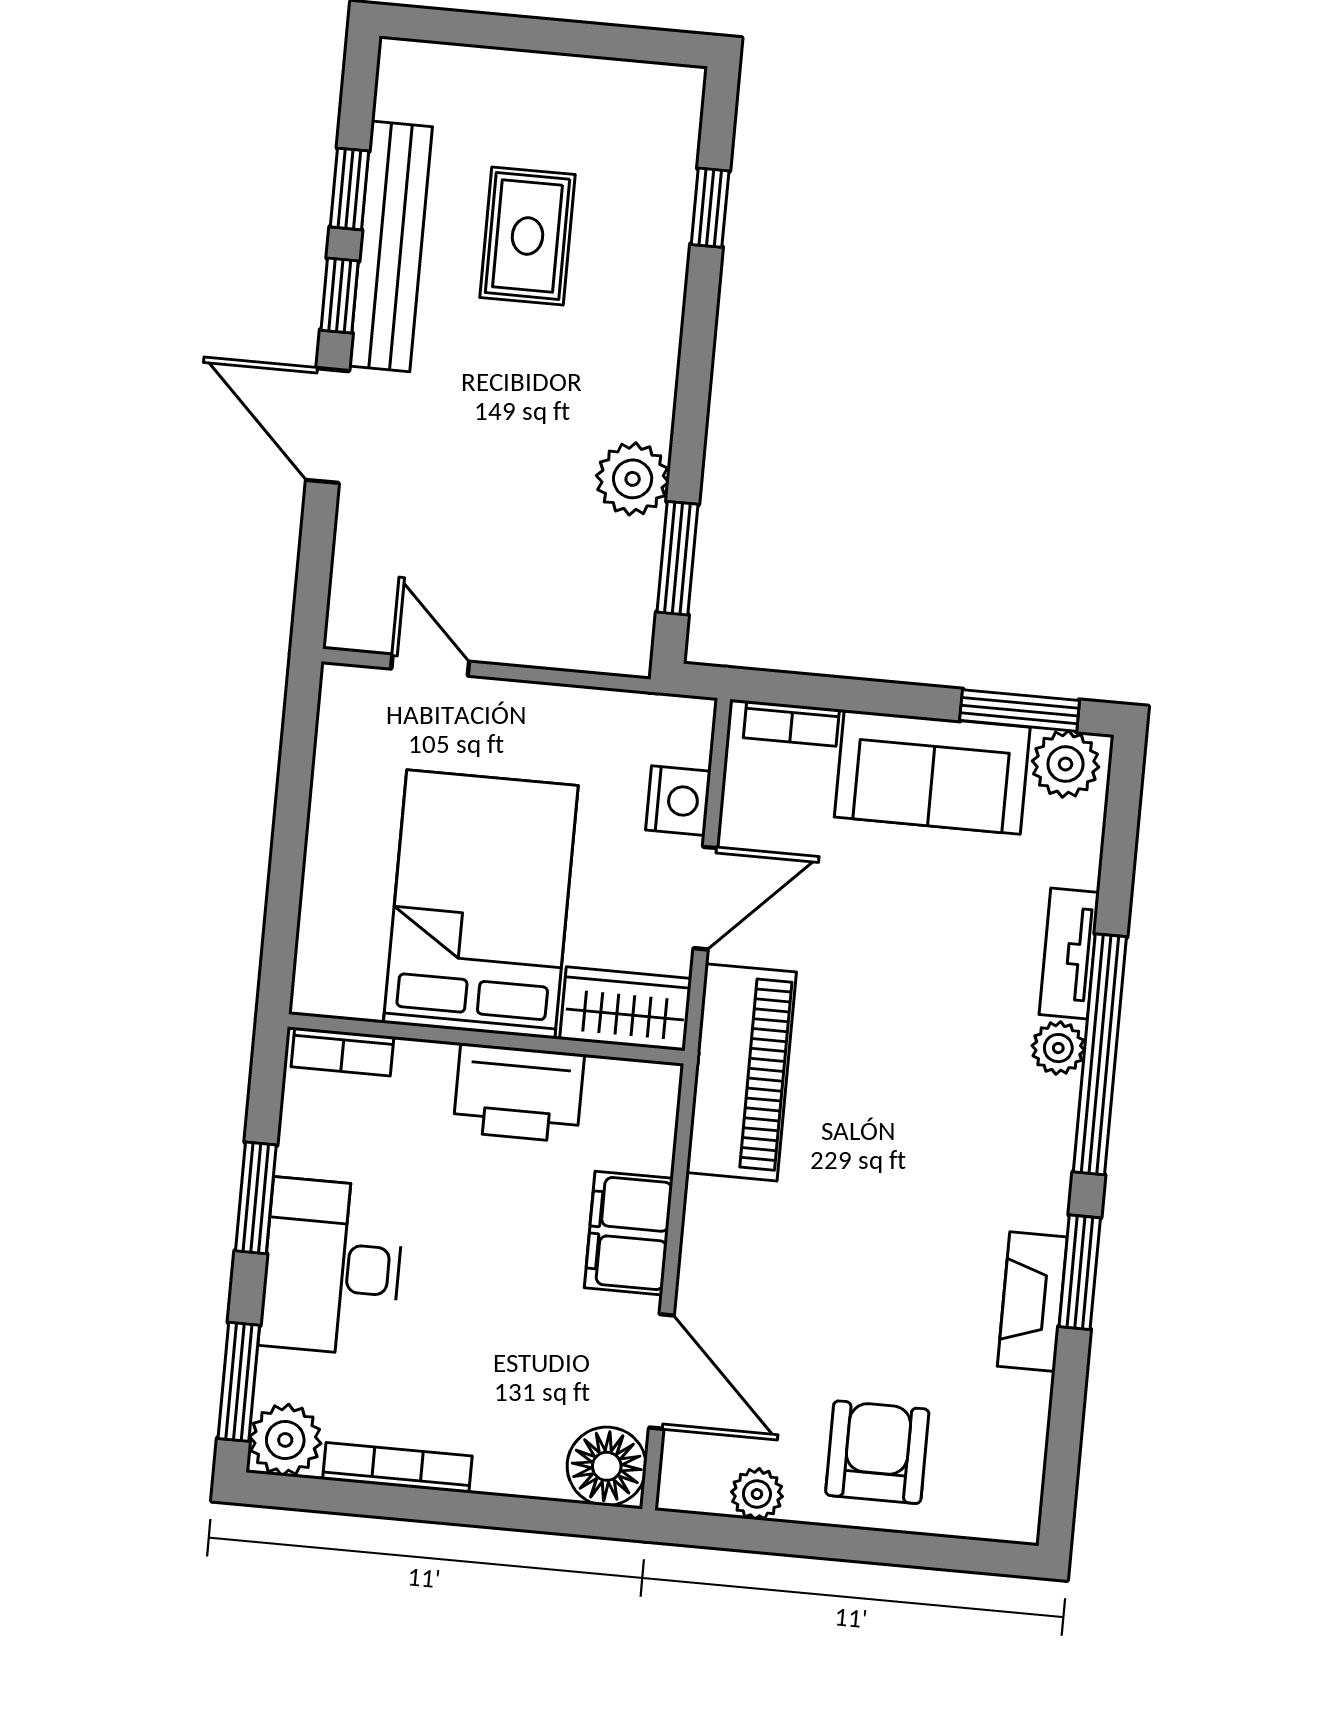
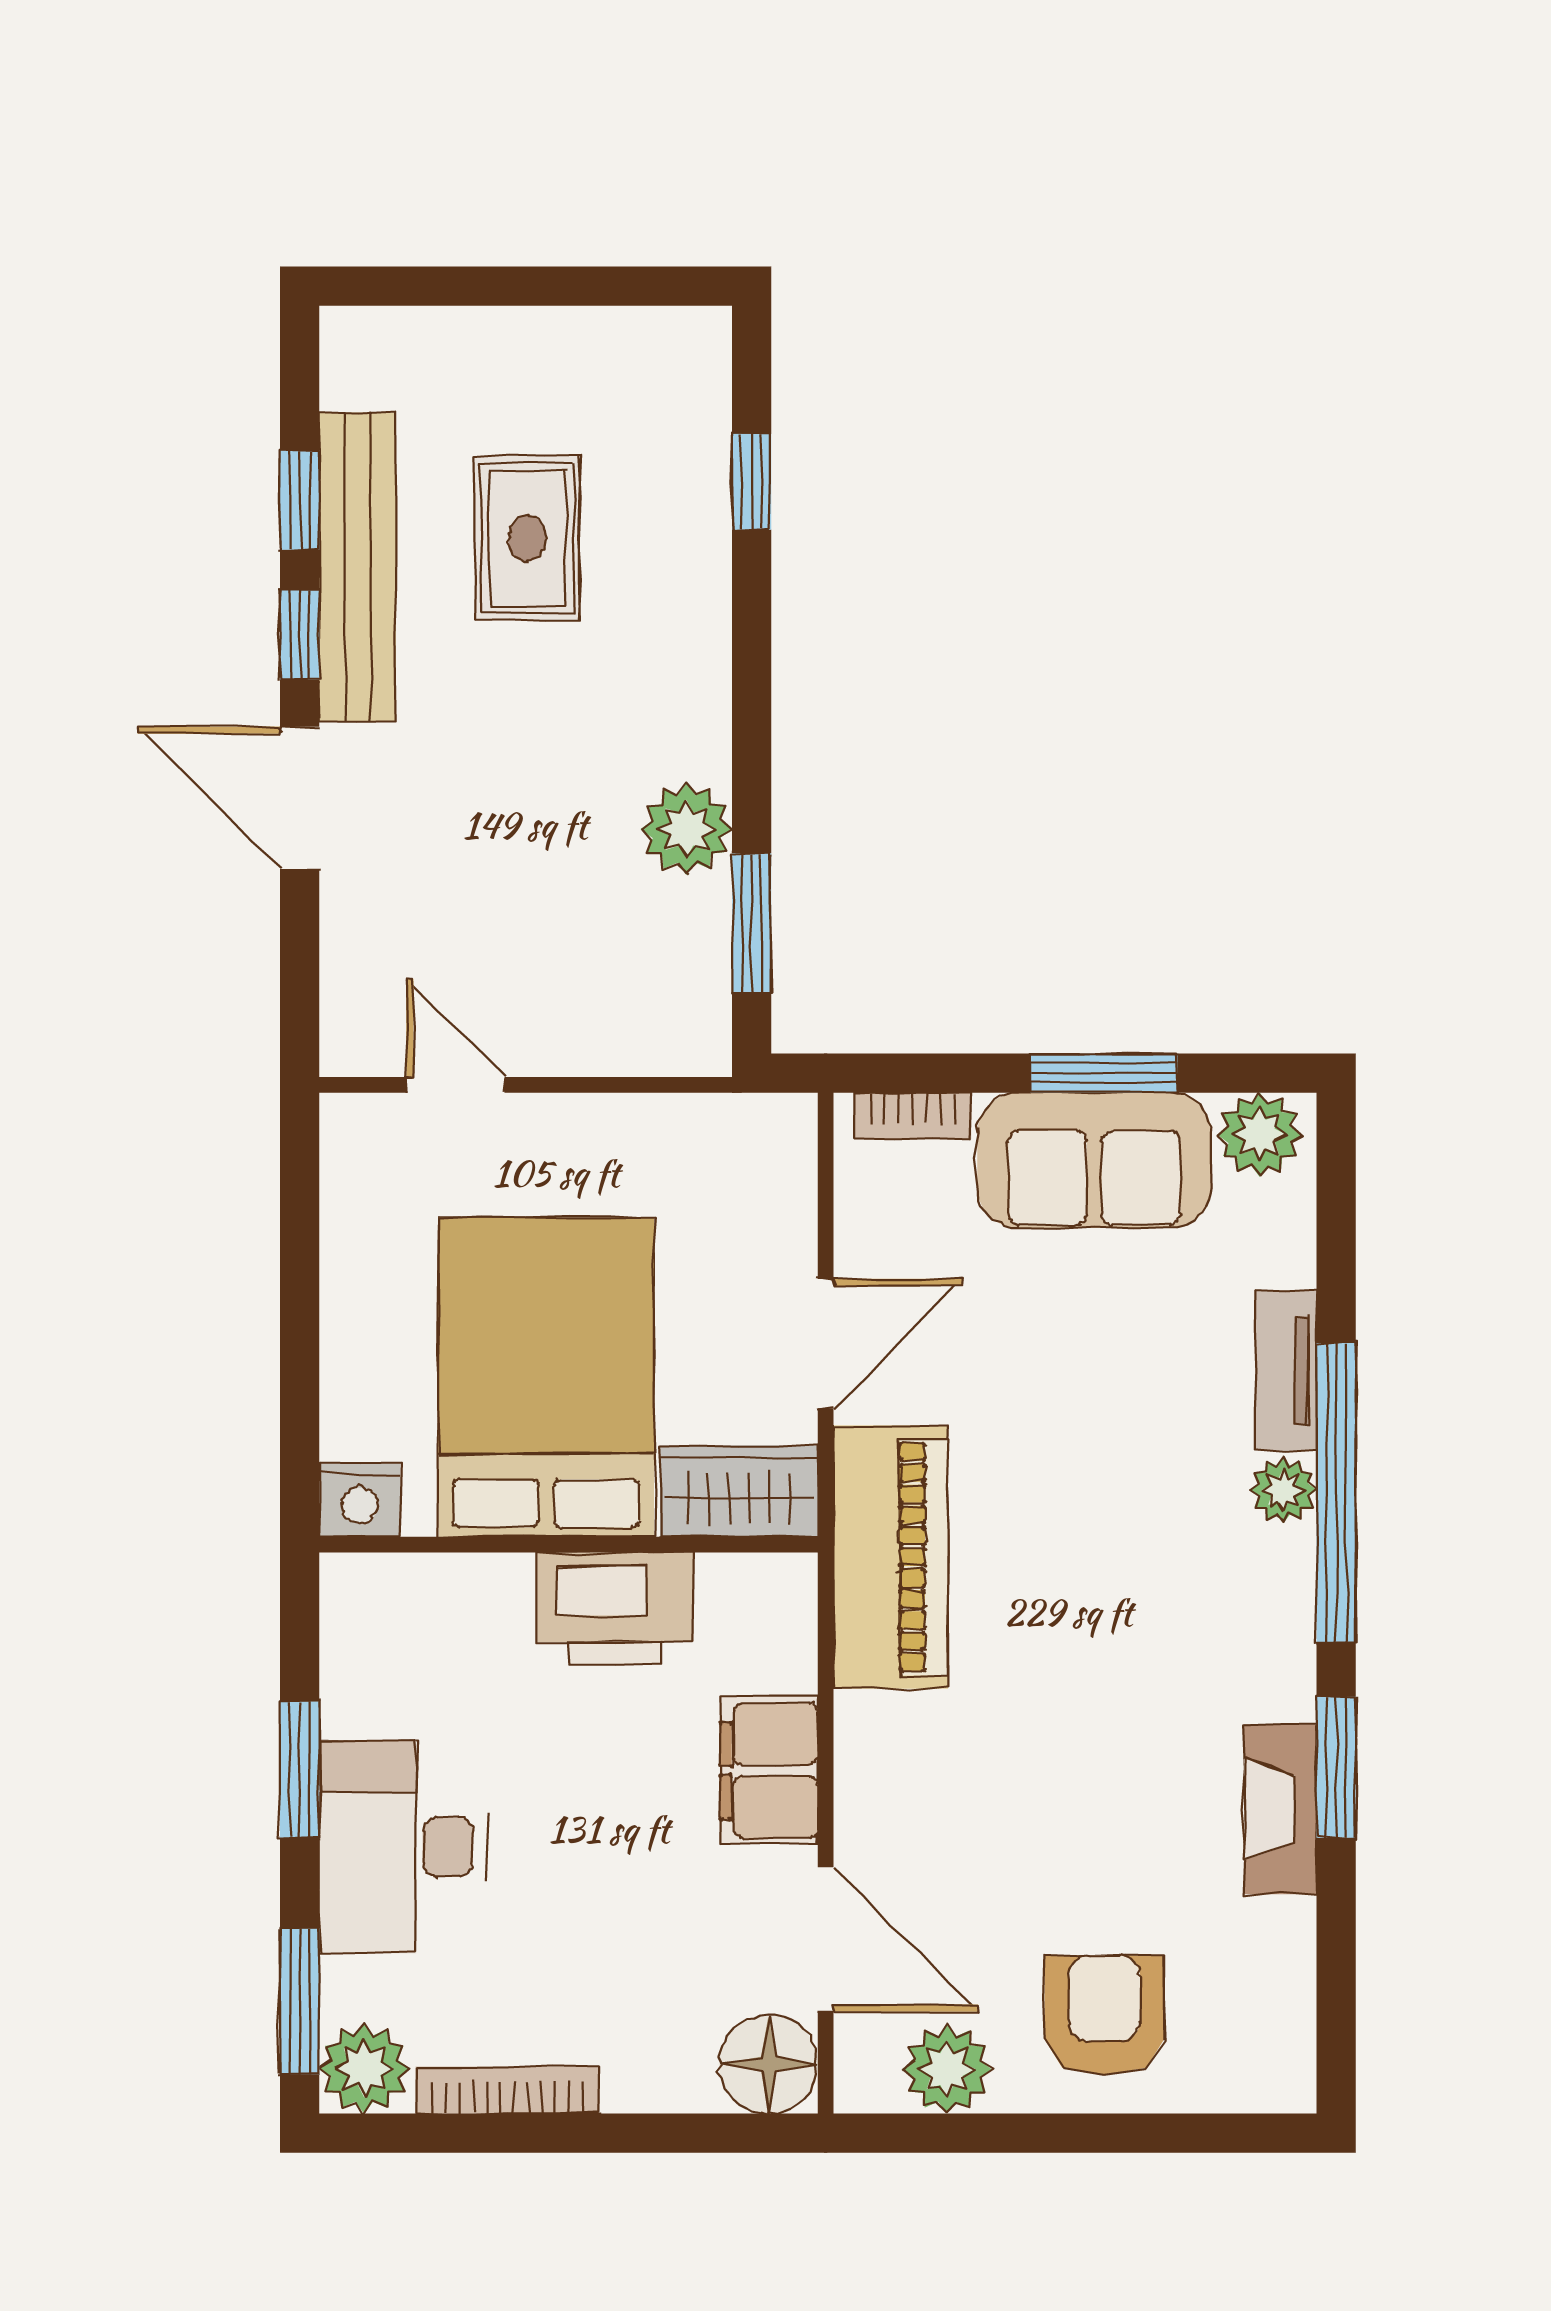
window: (1020, 710) -> (1104, 1073), moved
nightstand: (678, 801) -> (360, 1500), moved, turned 90
bookcase: (342, 1052) -> (391, 1577), removed
plant: (757, 1494) -> (947, 2069), width x1.38, depth x1.38

